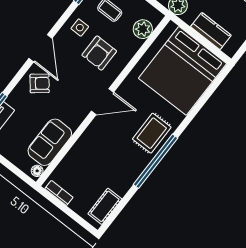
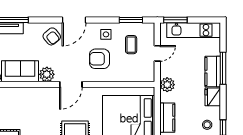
plant: (143, 29) -> (47, 74), moved
door: (103, 102) -> (71, 84), hinge flipped

